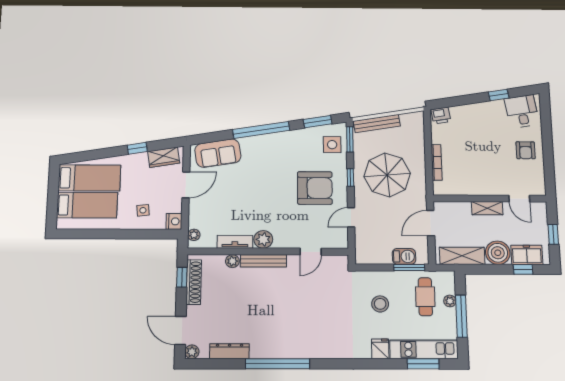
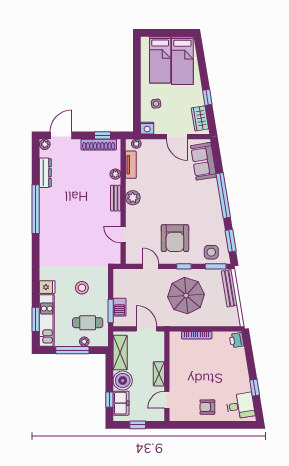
tv unit: (235, 242) -> (131, 165), moved
bench: (264, 261) -> (116, 198), width x0.73

